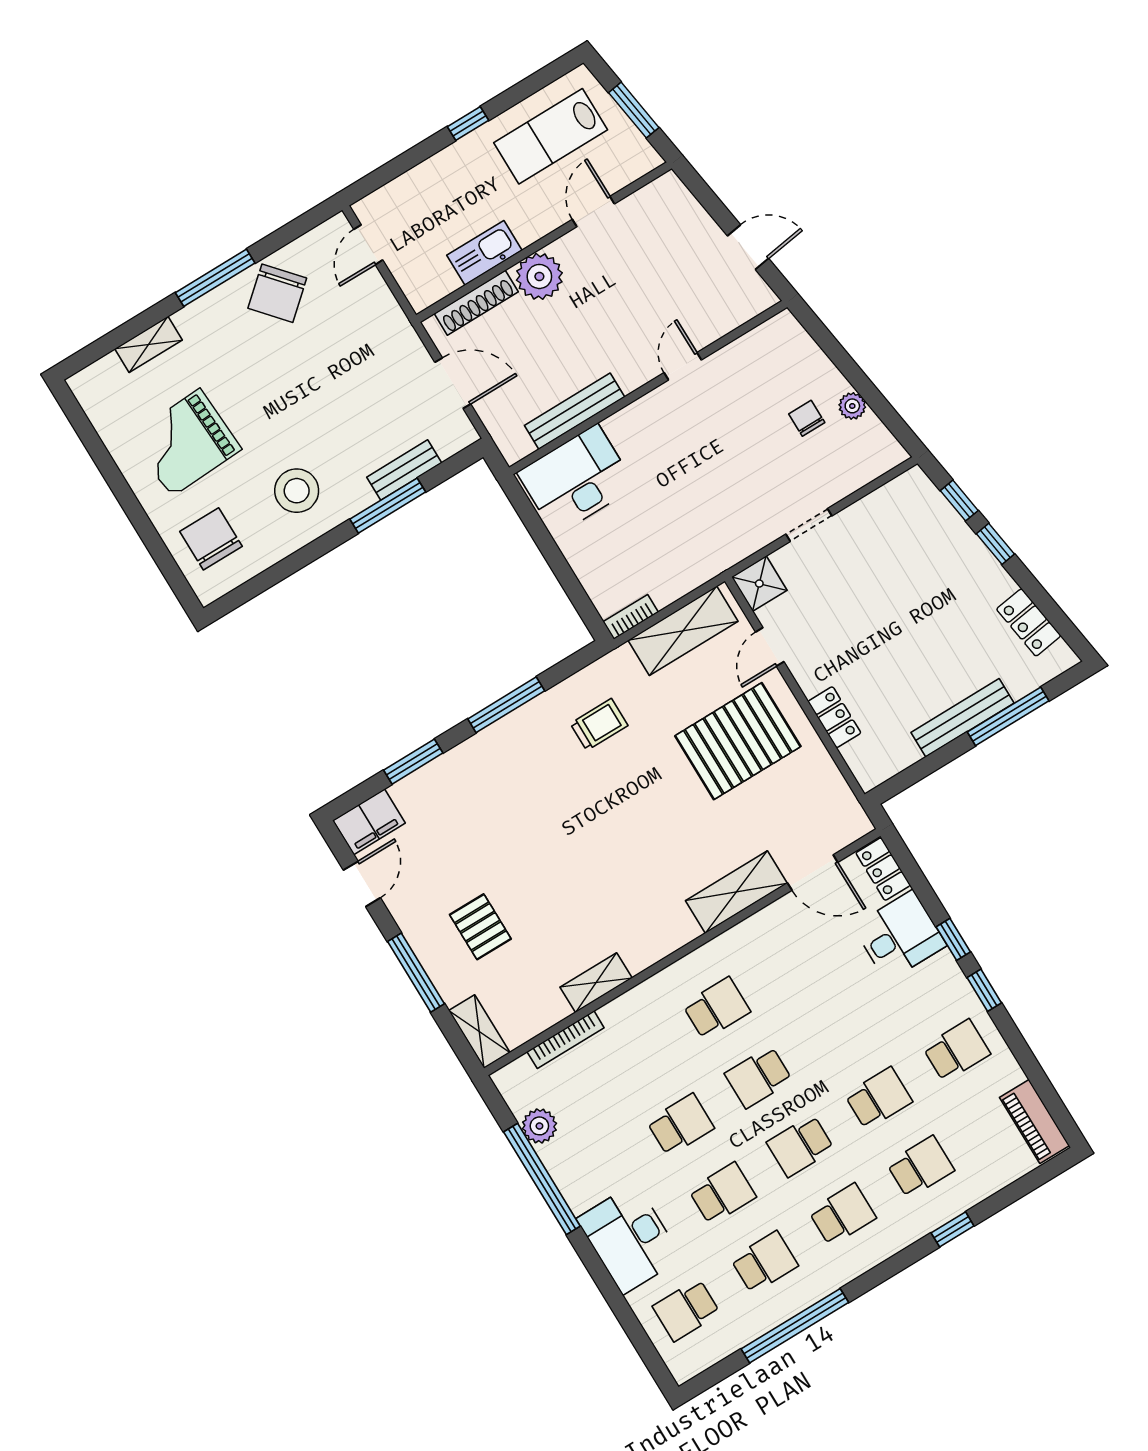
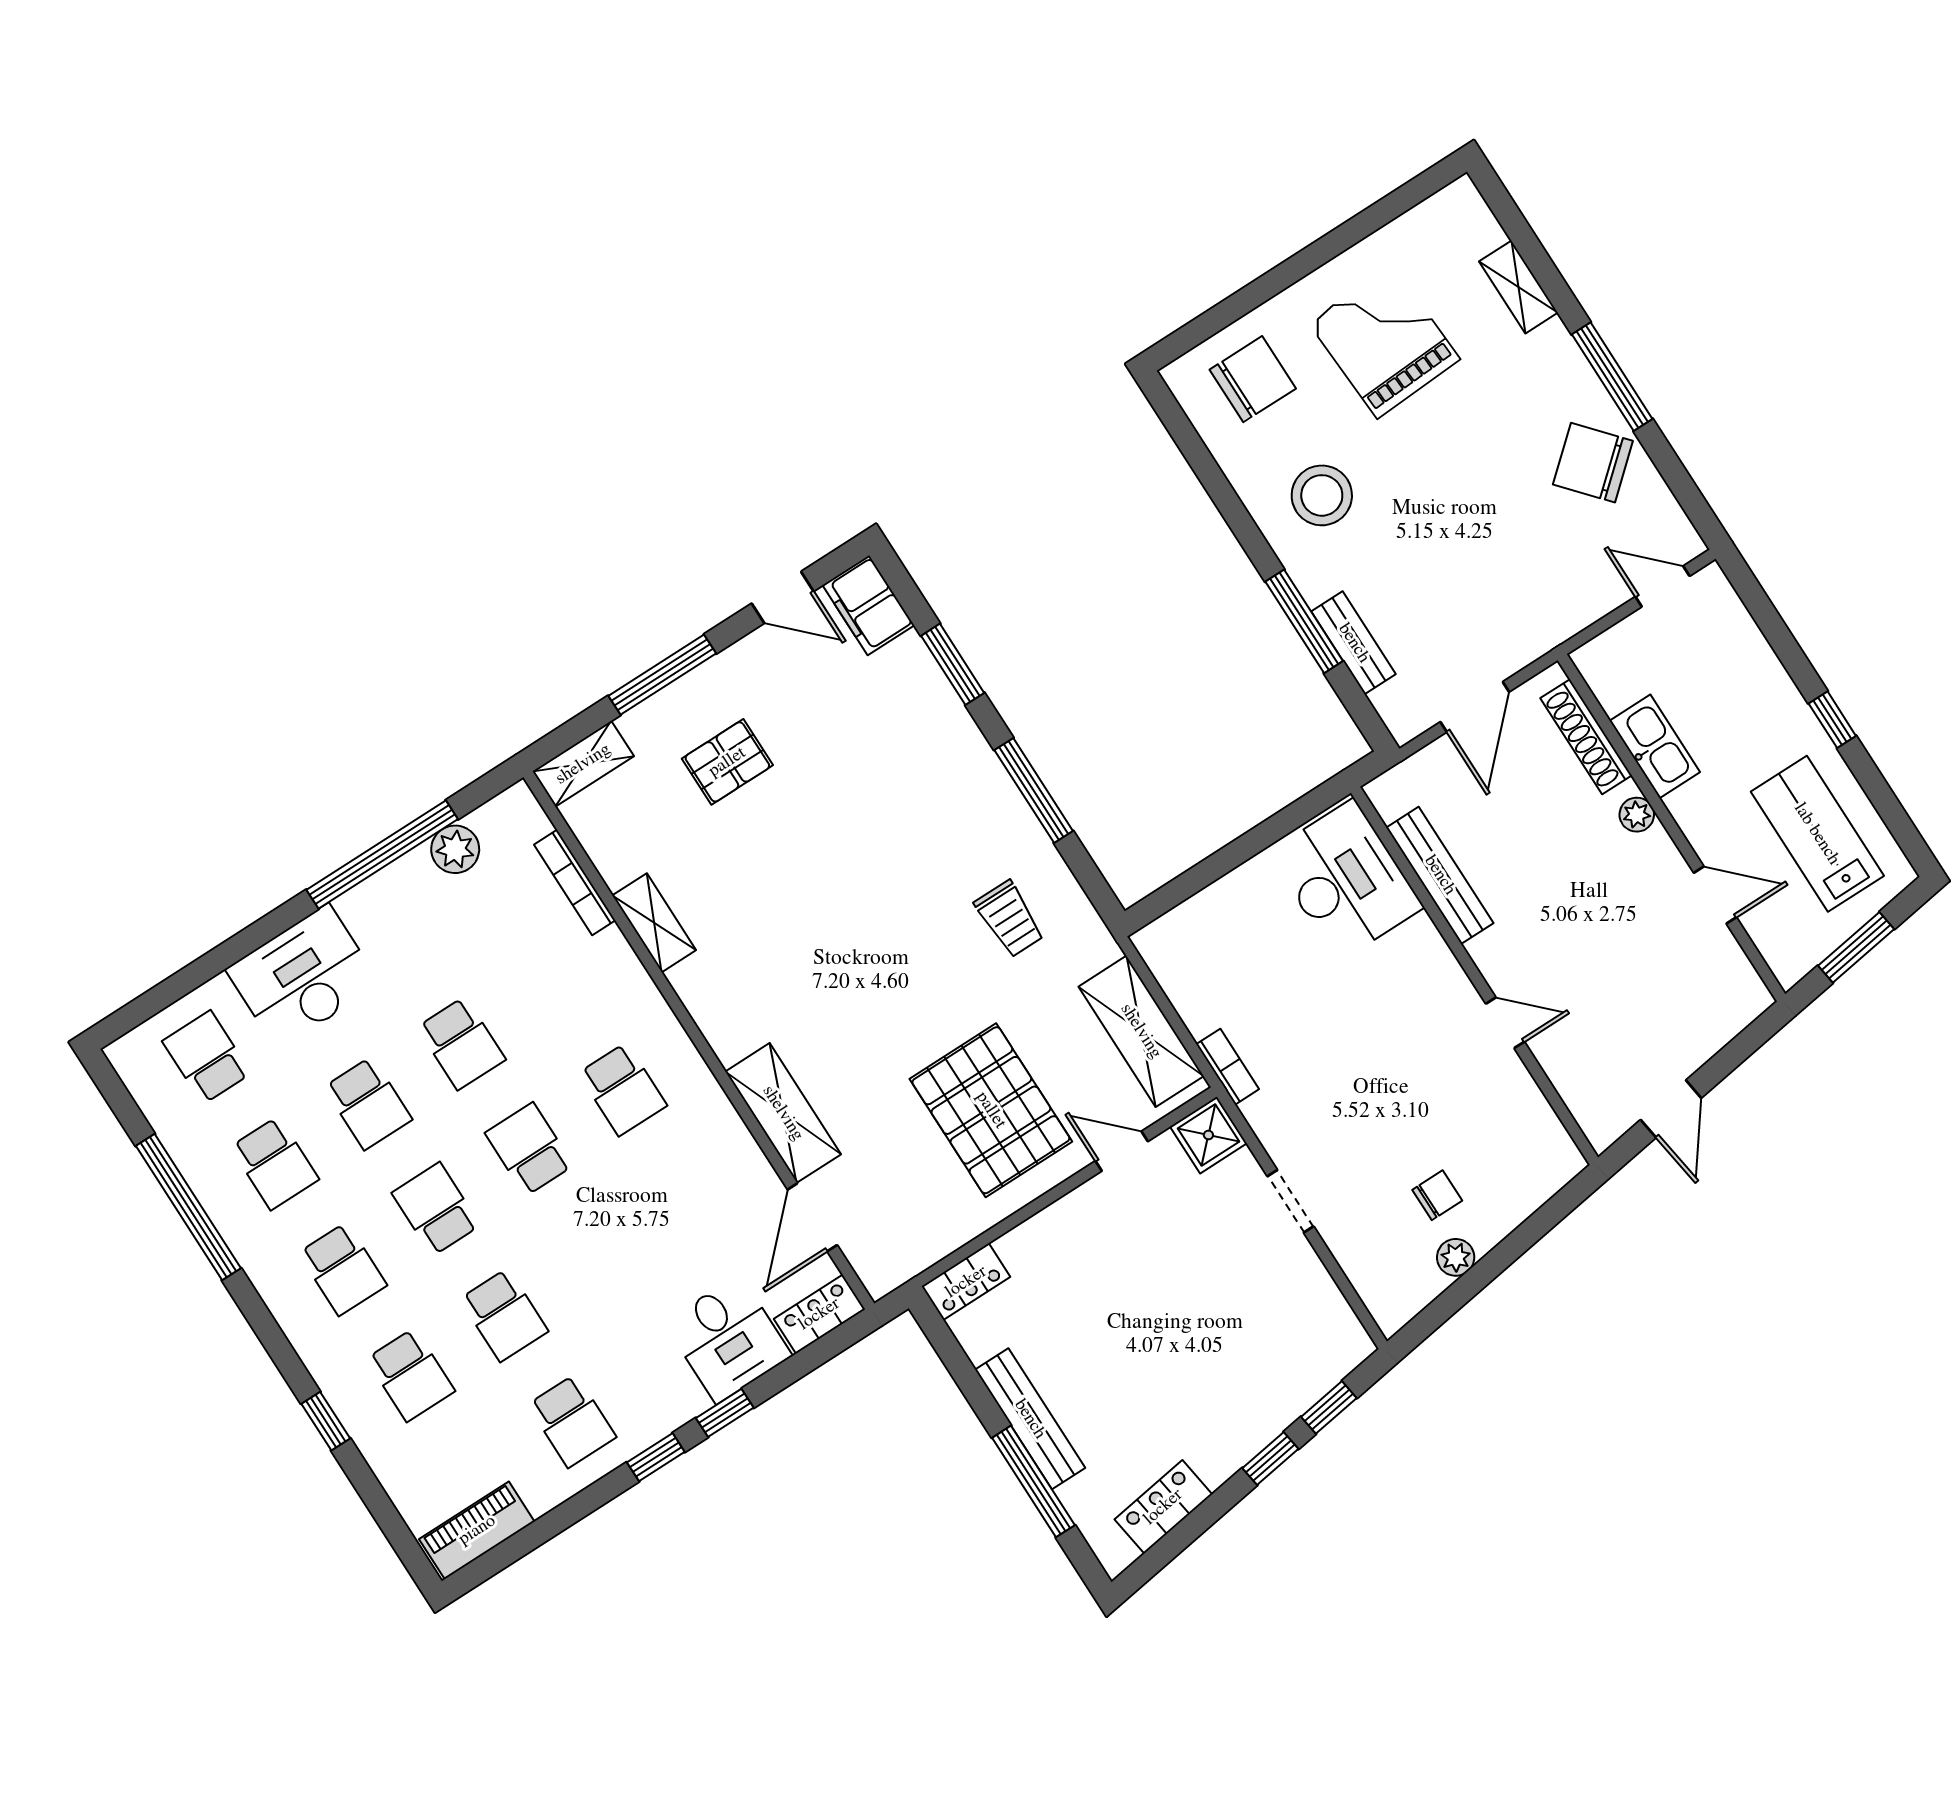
plant: (539, 276) -> (1637, 815), width x0.53, depth x0.53
bookcase: (631, 617) -> (1228, 1067), moved
locker: (834, 717) -> (966, 1282), moved

